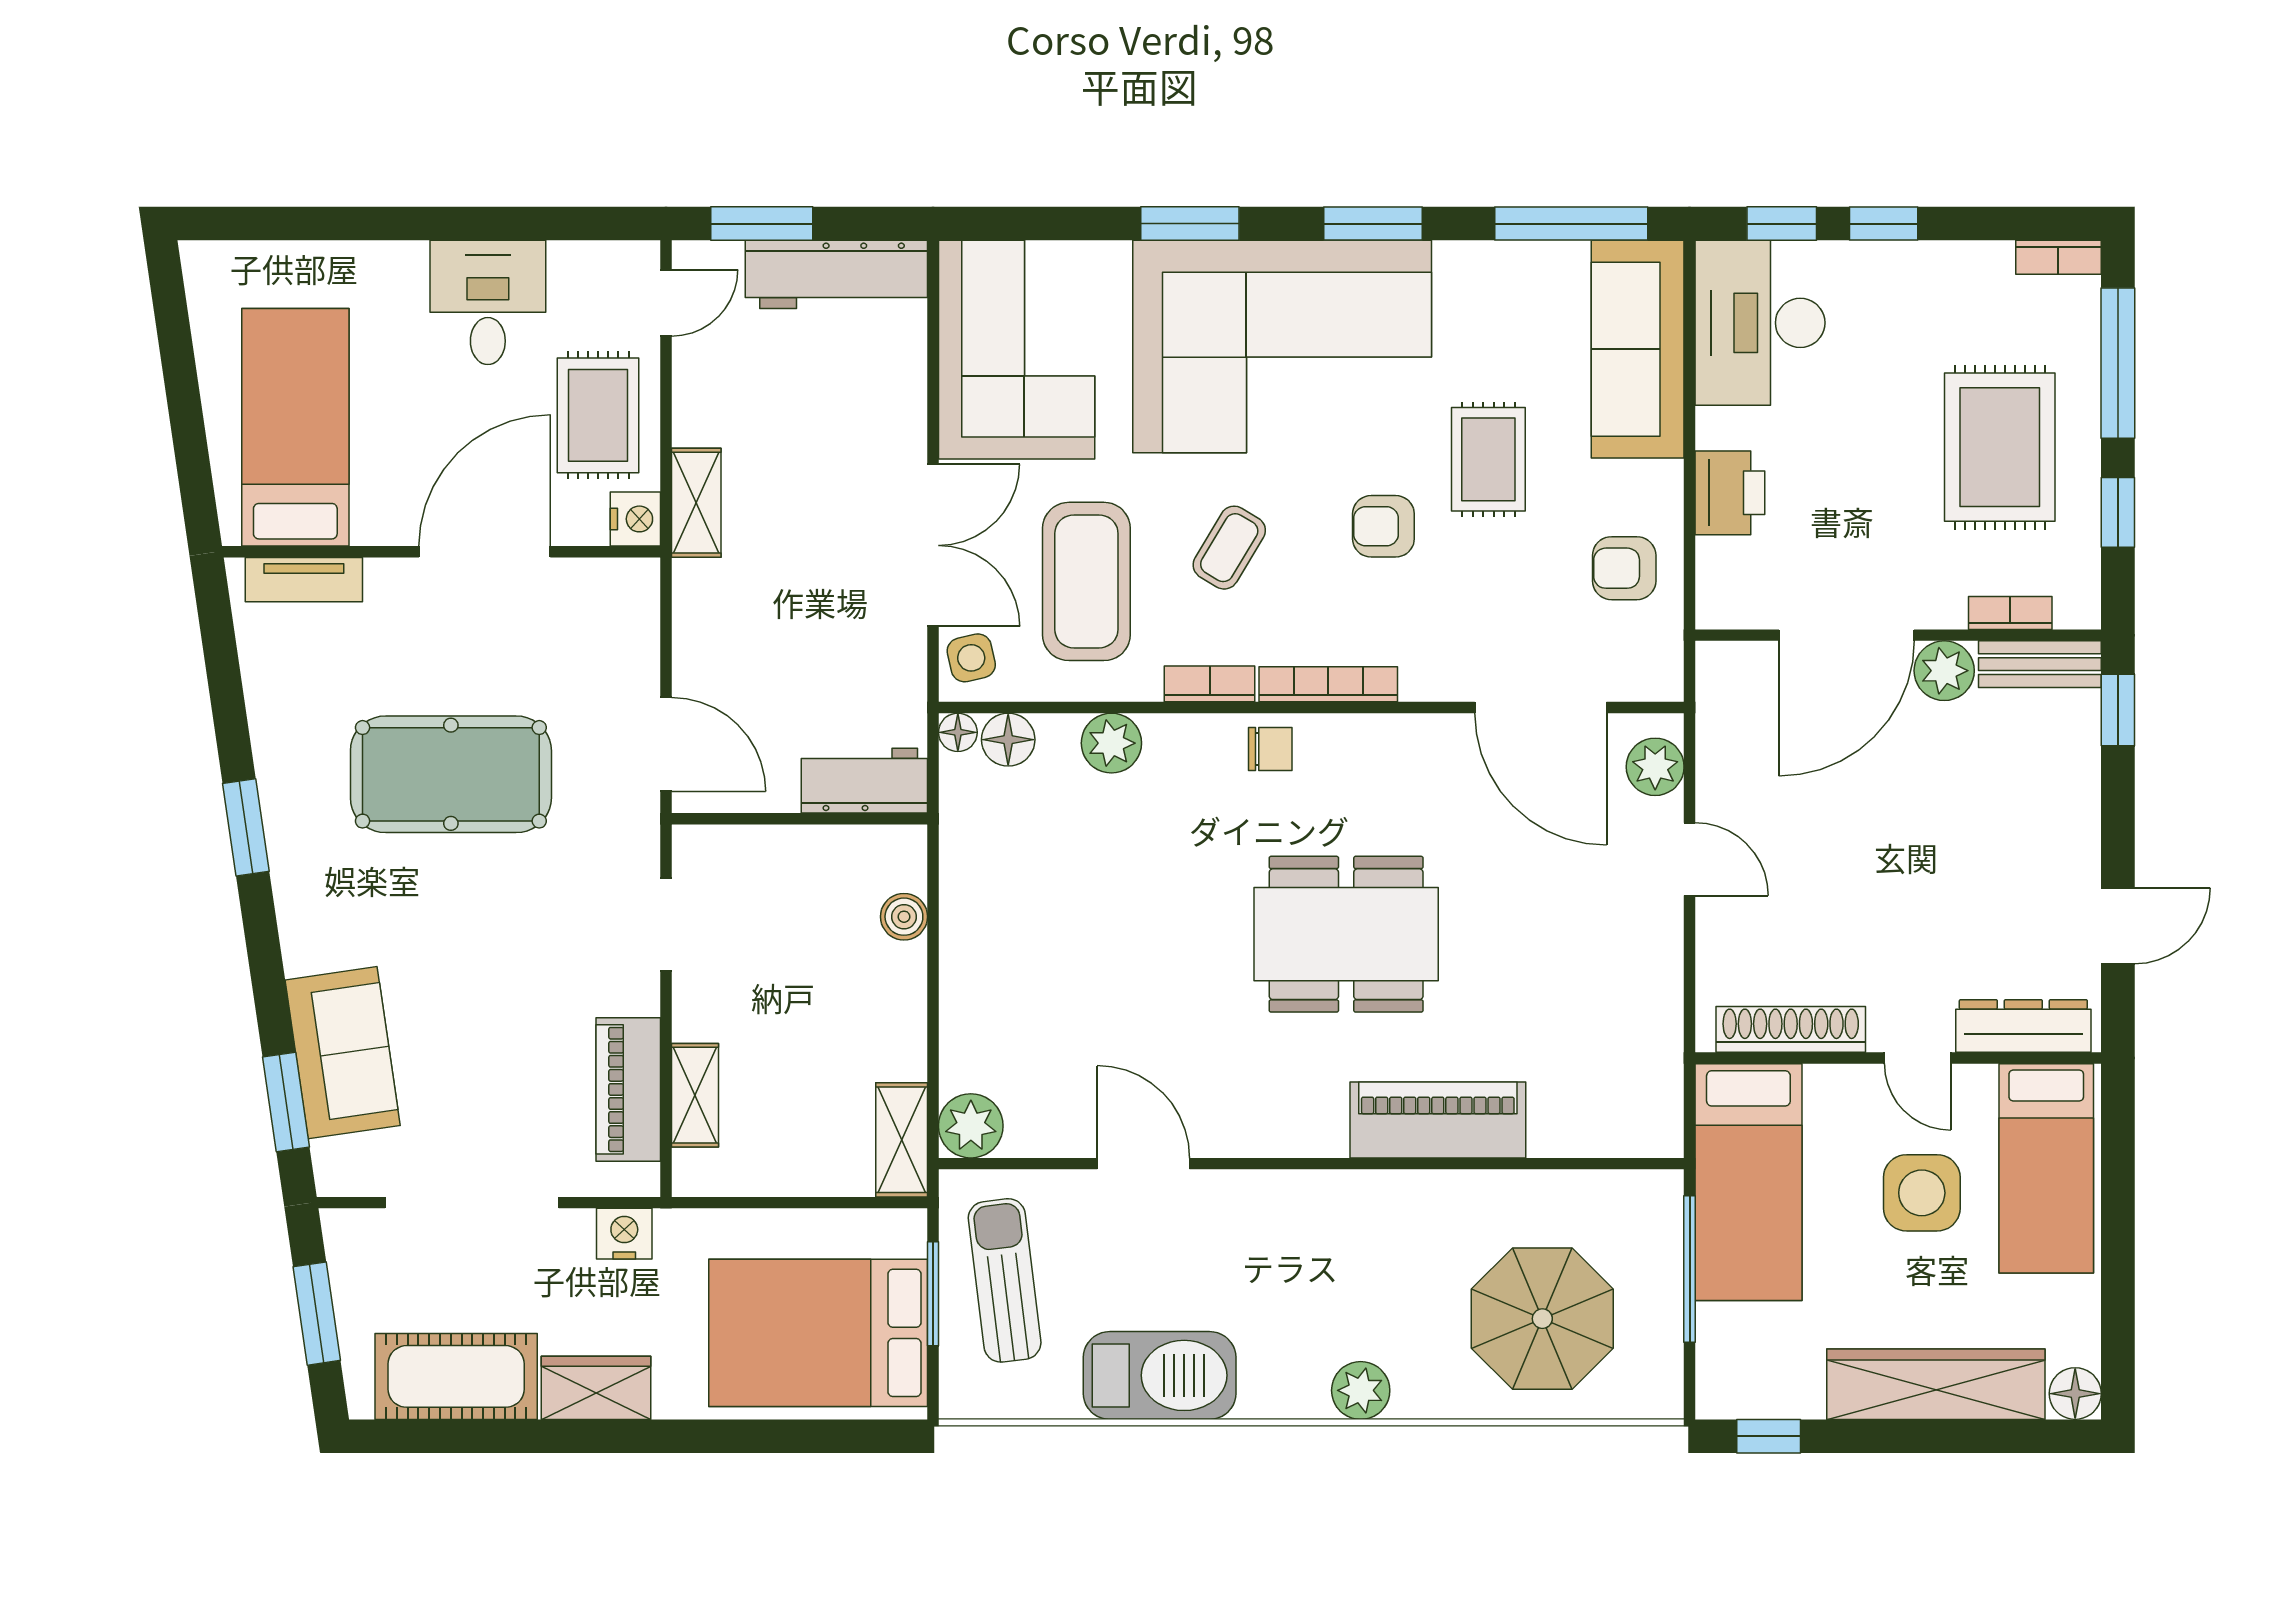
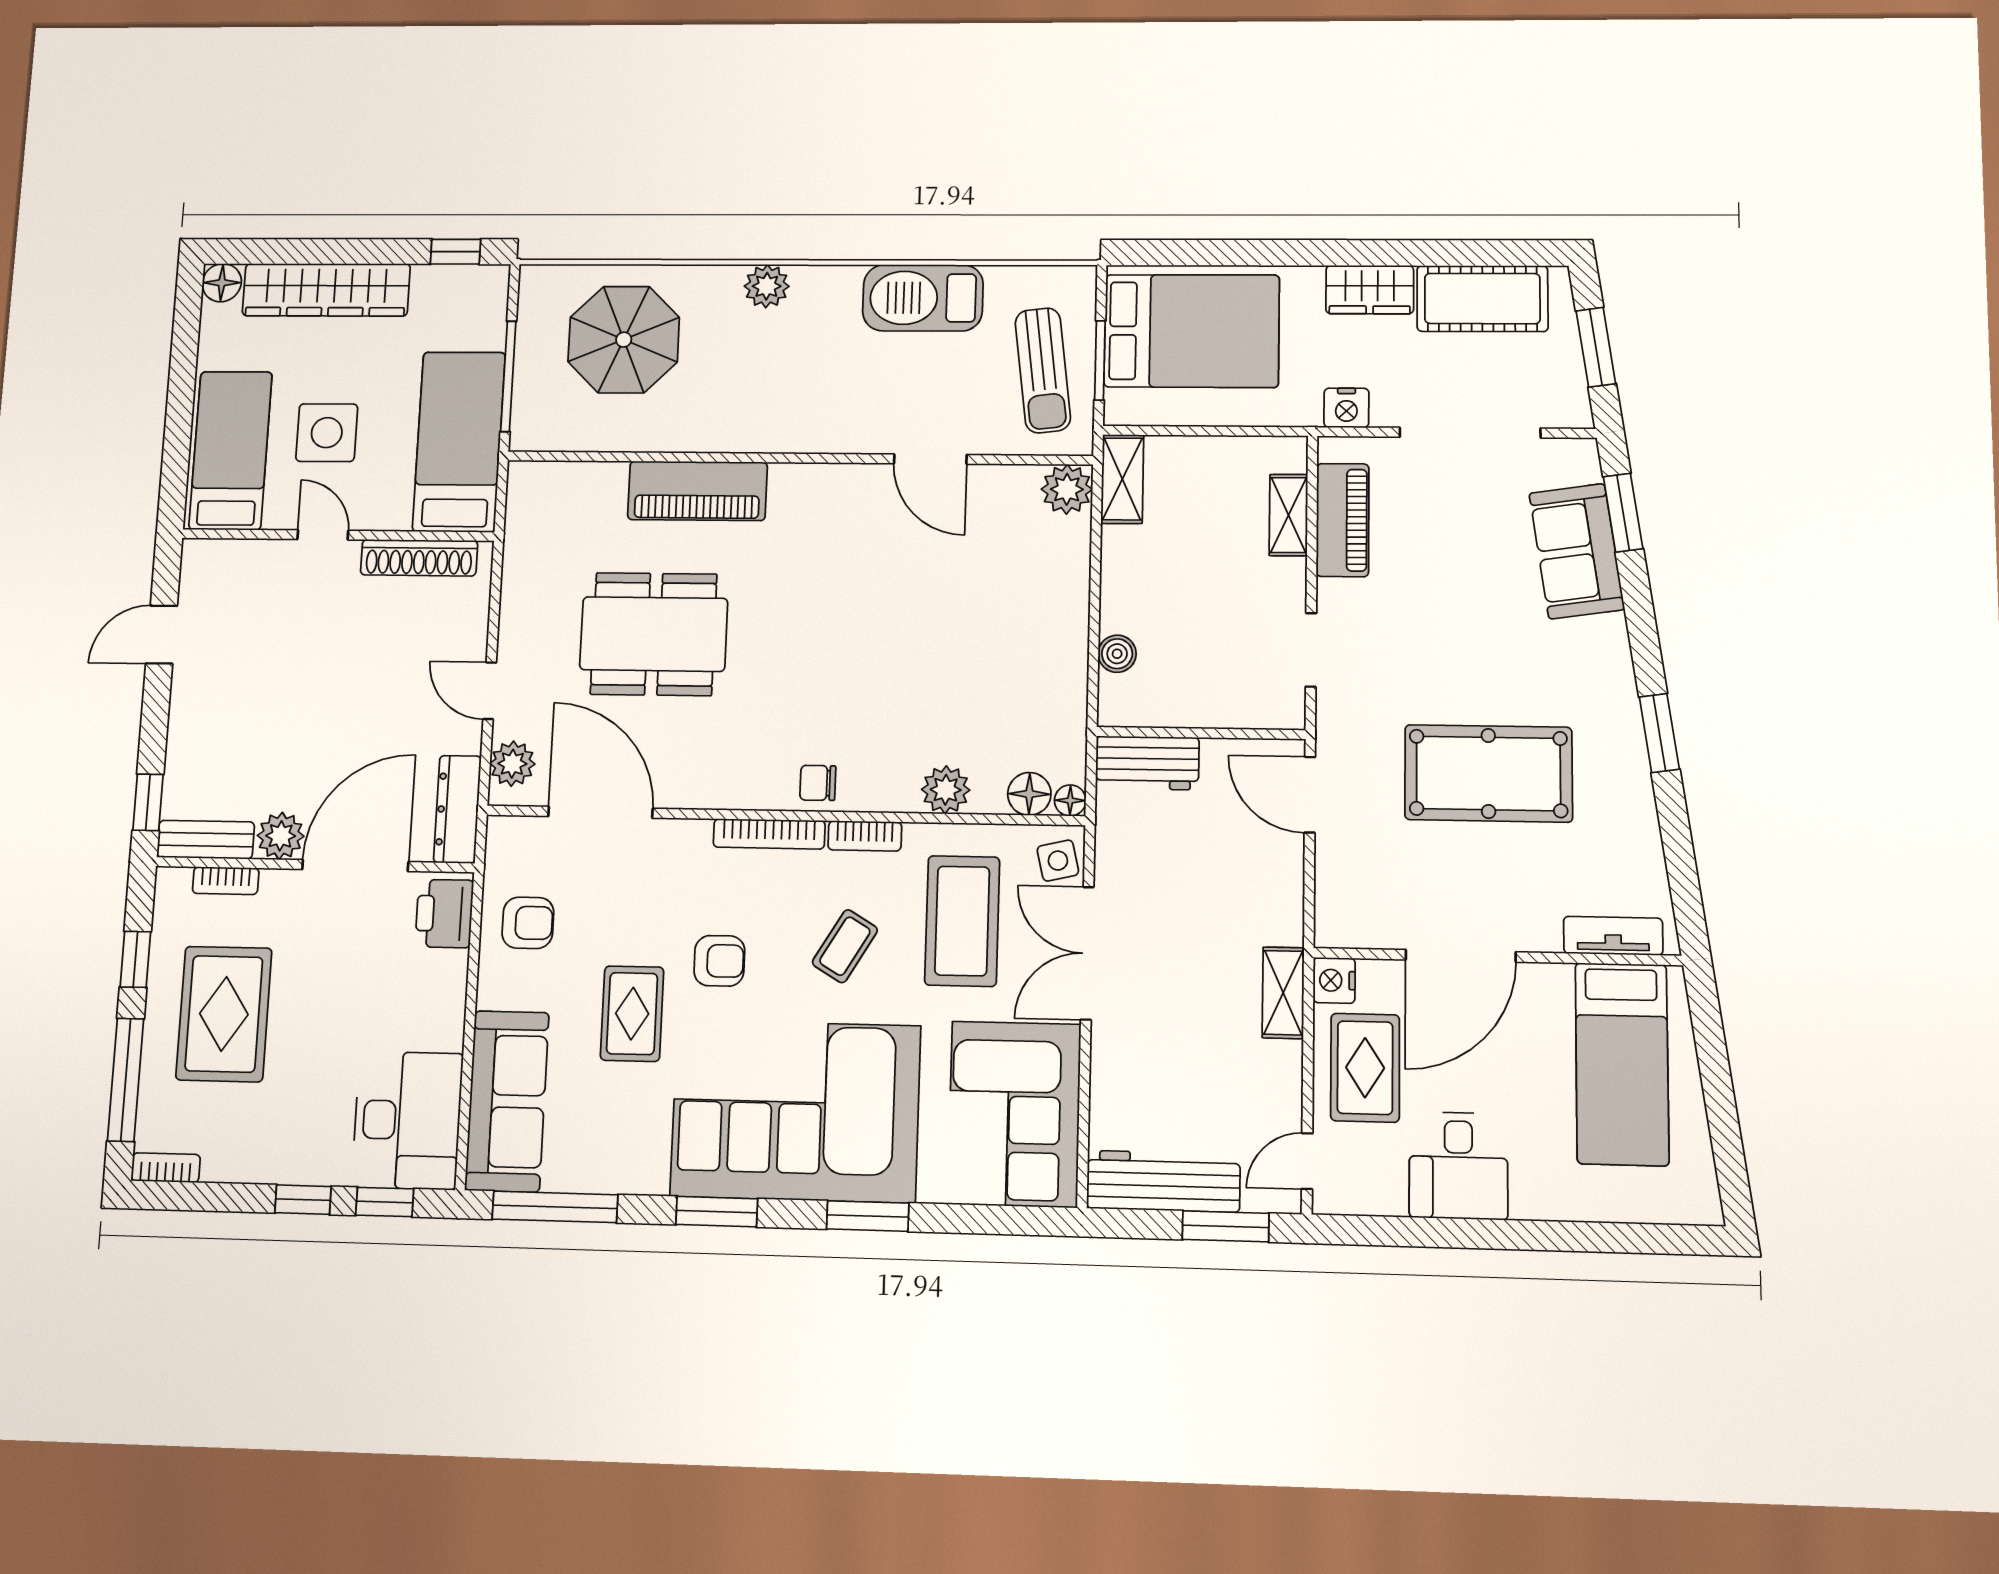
printer: (1730, 493) -> (444, 913), moved
dining table: (1346, 934) -> (654, 634), moved
dresser: (2023, 1026) -> (457, 809), moved, turned 90

